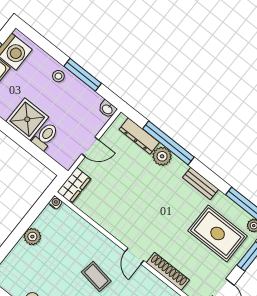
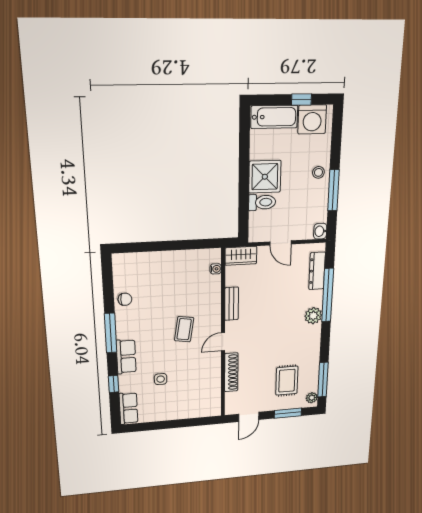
plant: (162, 156) -> (313, 316), moved
bench: (200, 183) -> (232, 304), moved
water cooler: (55, 203) -> (216, 269), moved
rug: (218, 233) -> (287, 381), width x0.73, depth x0.70
plant: (32, 237) -> (174, 259), removed

